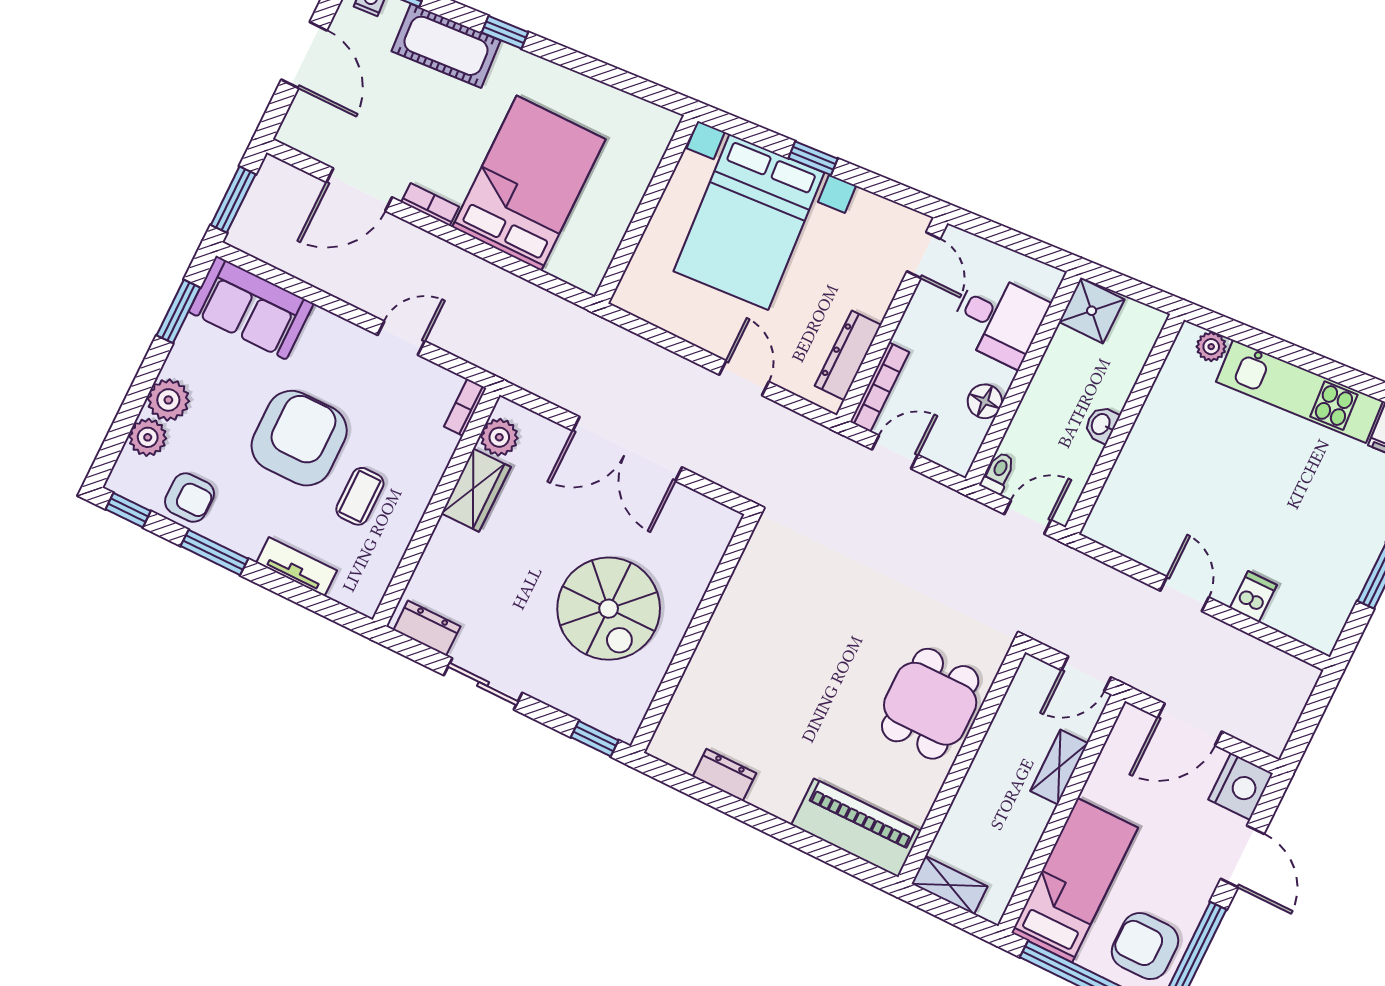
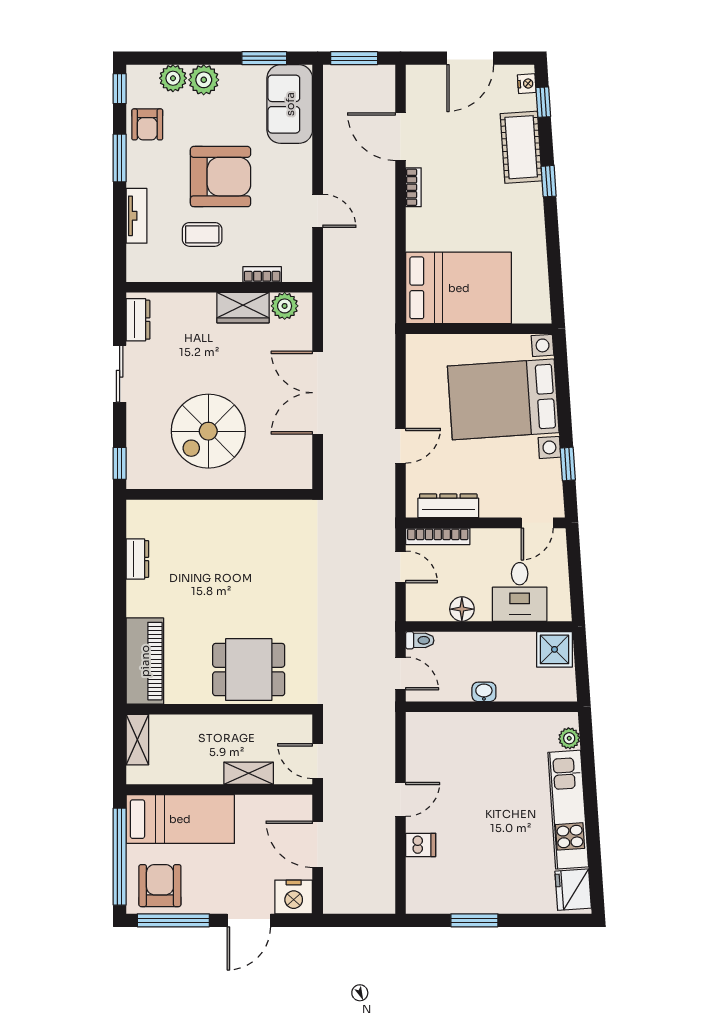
window: (813, 158) -> (568, 464), moved
bed: (529, 183) -> (459, 288), moved
bookcase: (465, 407) -> (262, 274), moved

